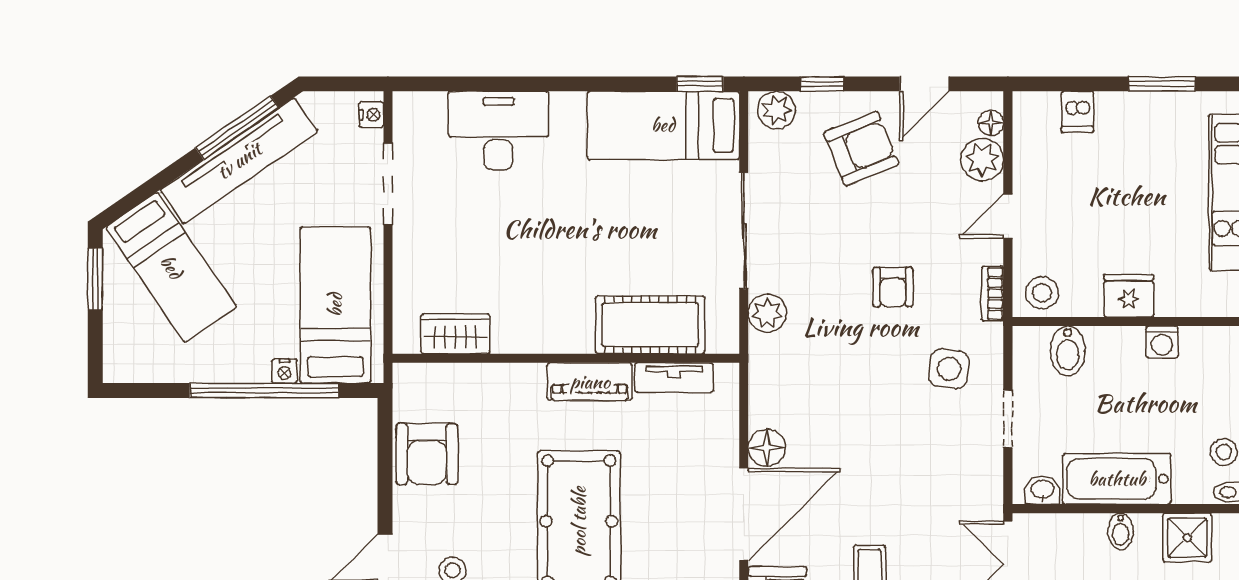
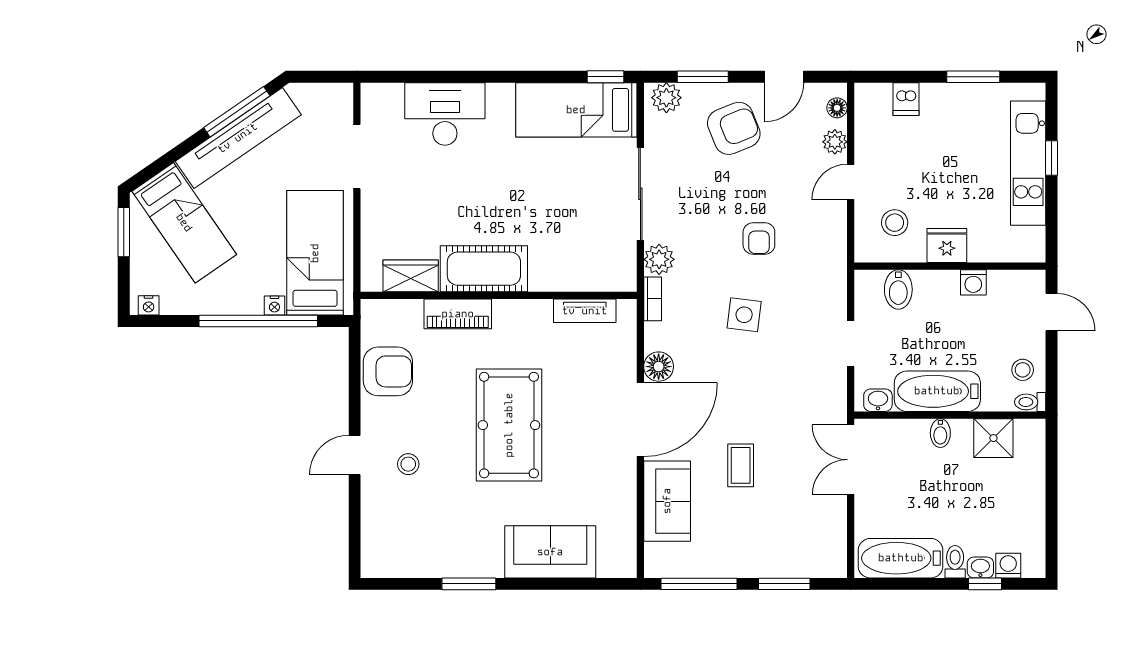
window: (822, 84) -> (703, 77), width x1.50
nightstand: (371, 115) -> (149, 305), moved, turned 90
plant: (982, 160) -> (835, 142), width x0.73, depth x0.73
bookcase: (992, 293) -> (653, 299), moved, turned 180
stool: (1042, 293) -> (895, 223), moved
cot: (650, 325) -> (484, 269), moved
side table: (949, 369) -> (744, 315), moved
piano: (590, 382) -> (458, 314), moved
armchair: (427, 454) -> (388, 371), turned -90

